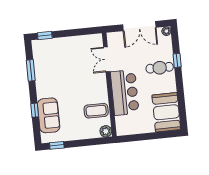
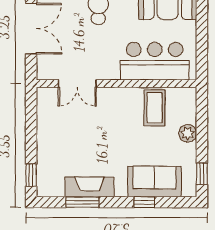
fireplace: (41, 74) -> (89, 187), added
bar counter: (125, 93) -> (155, 61), moved
plant: (106, 131) -> (188, 133), moved

